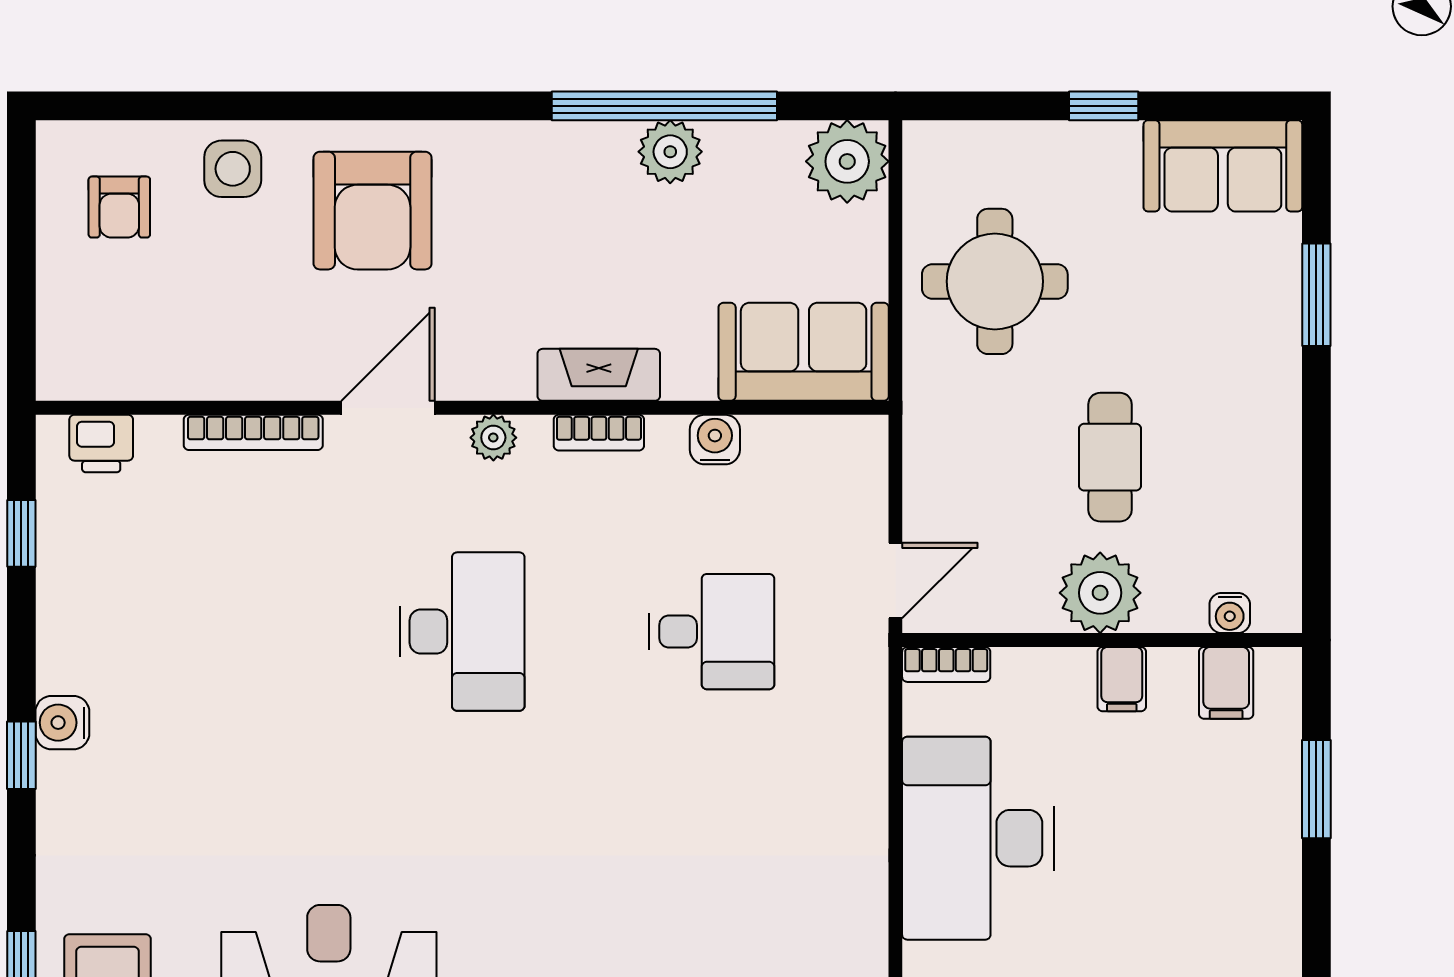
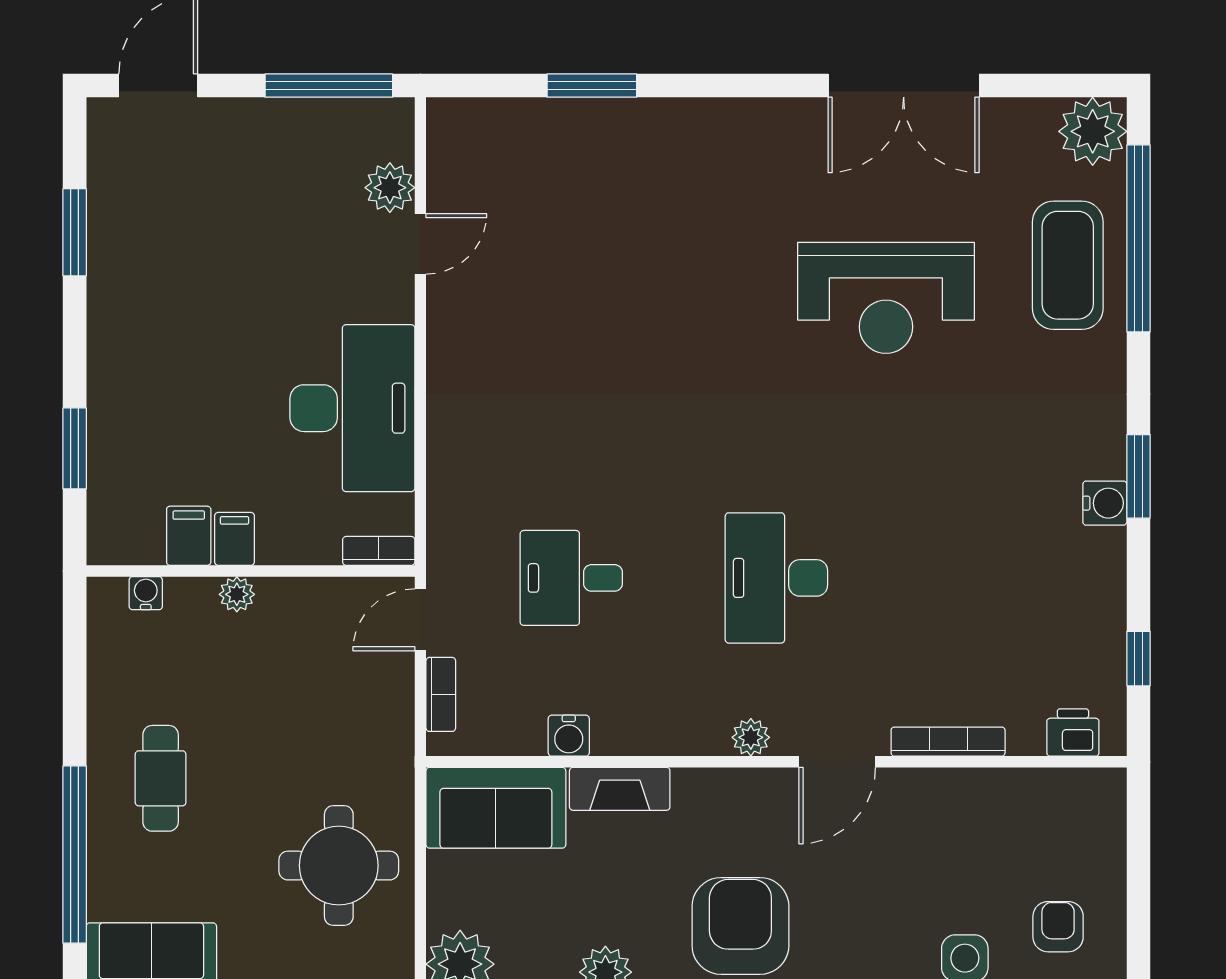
armchair: (373, 211) -> (740, 926), moved
window: (1316, 295) -> (75, 855), width x2.11
fireplace: (599, 375) -> (620, 789), moved
bookcase: (599, 433) -> (441, 694), moved, turned 90
cafe table: (1110, 457) -> (161, 778), moved
plant: (1100, 593) -> (237, 594), width x0.53, depth x0.53
filing cabinet: (1226, 683) -> (189, 536), moved
window: (21, 755) -> (1138, 476), width x1.50

